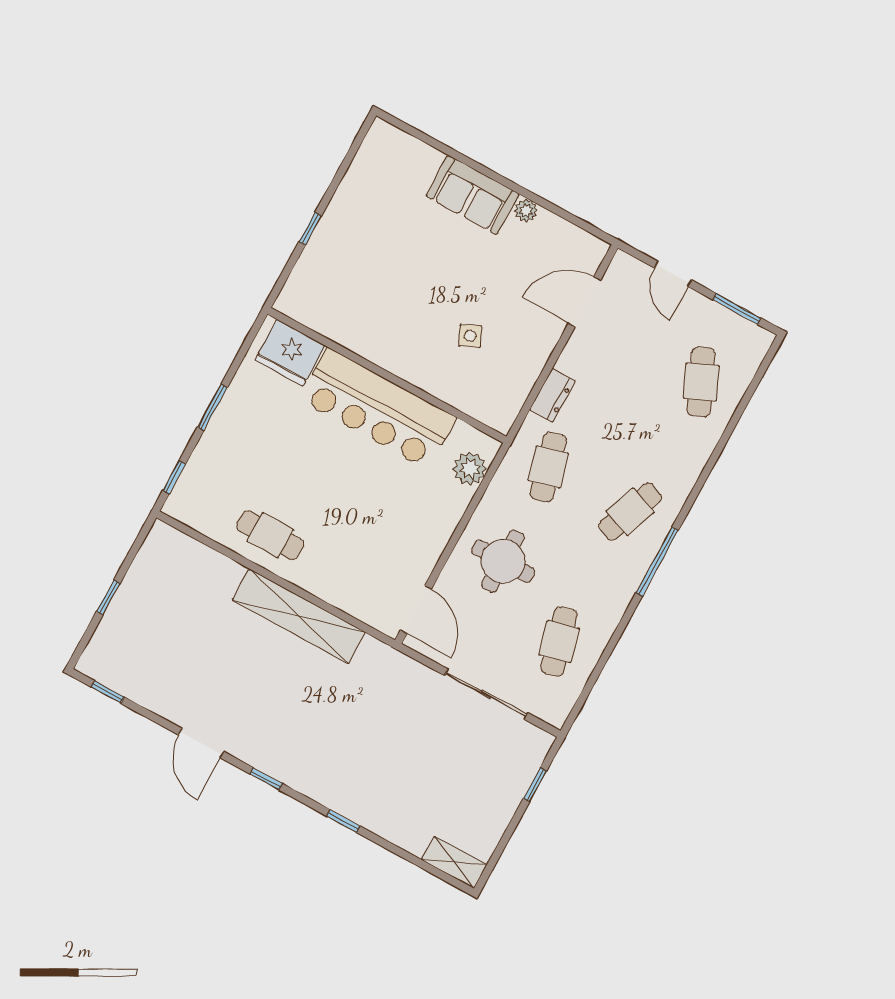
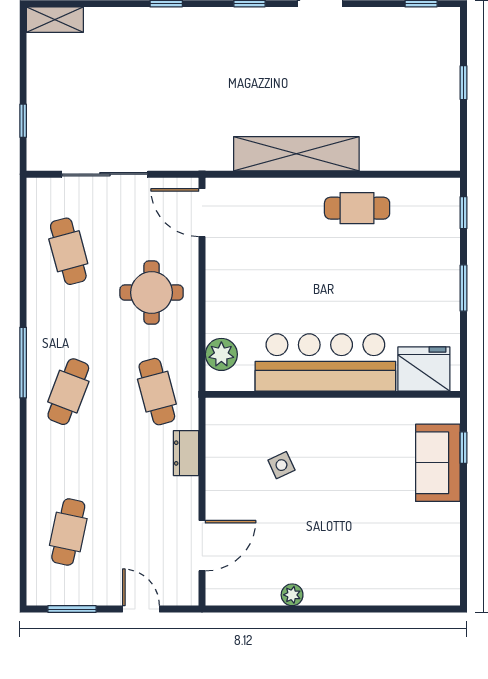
sofa: (472, 195) -> (438, 463), moved, turned -90
window: (310, 229) -> (463, 448), moved
cafe table: (701, 382) -> (68, 532), turned 36

